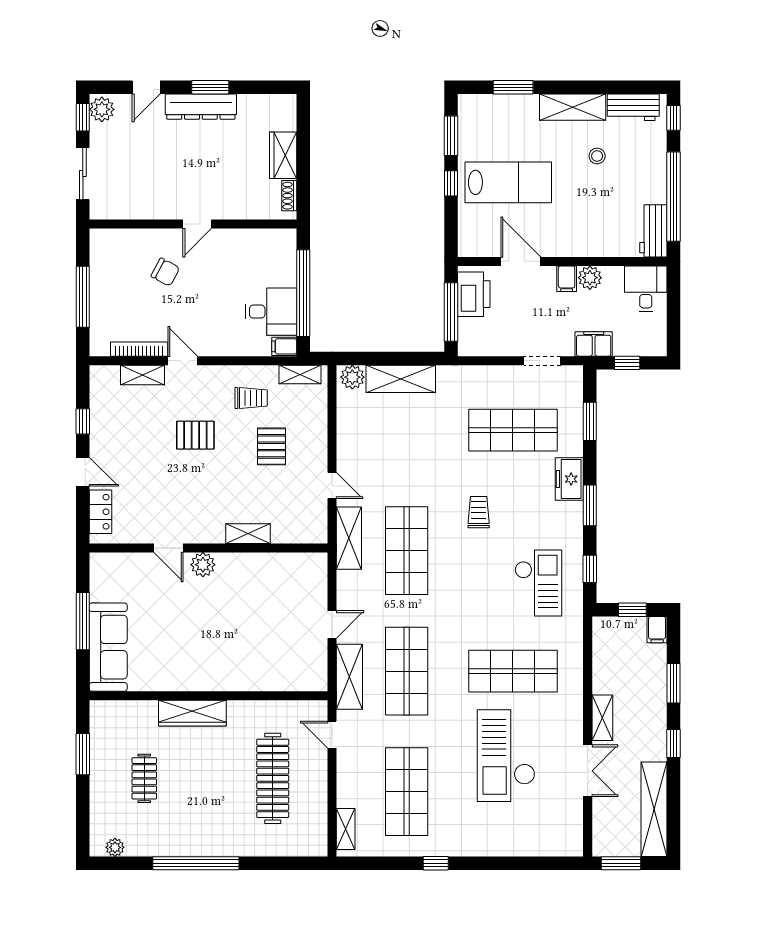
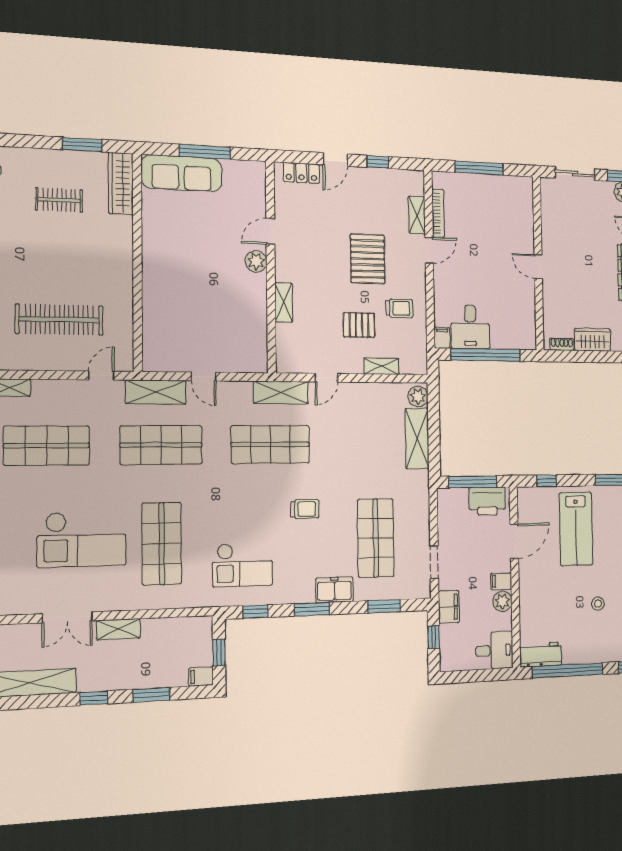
window: (451, 183) -> (547, 481), moved
chair: (165, 272) -> (500, 238), removed
shelving: (300, 374) -> (381, 366), moved, turned 90
trolley: (251, 398) -> (399, 308), turned -90
pallet: (195, 435) -> (368, 259), width x1.50, depth x1.42
wardrobe: (192, 713) -> (121, 184), moved
checkout: (506, 756) -> (82, 539), turned 180

